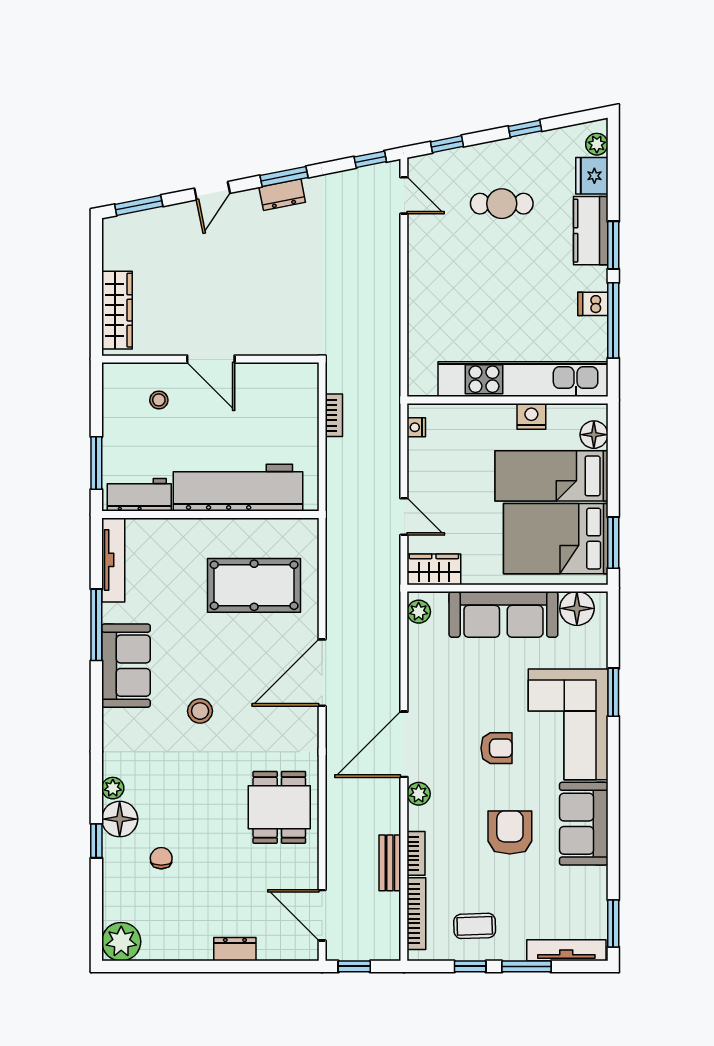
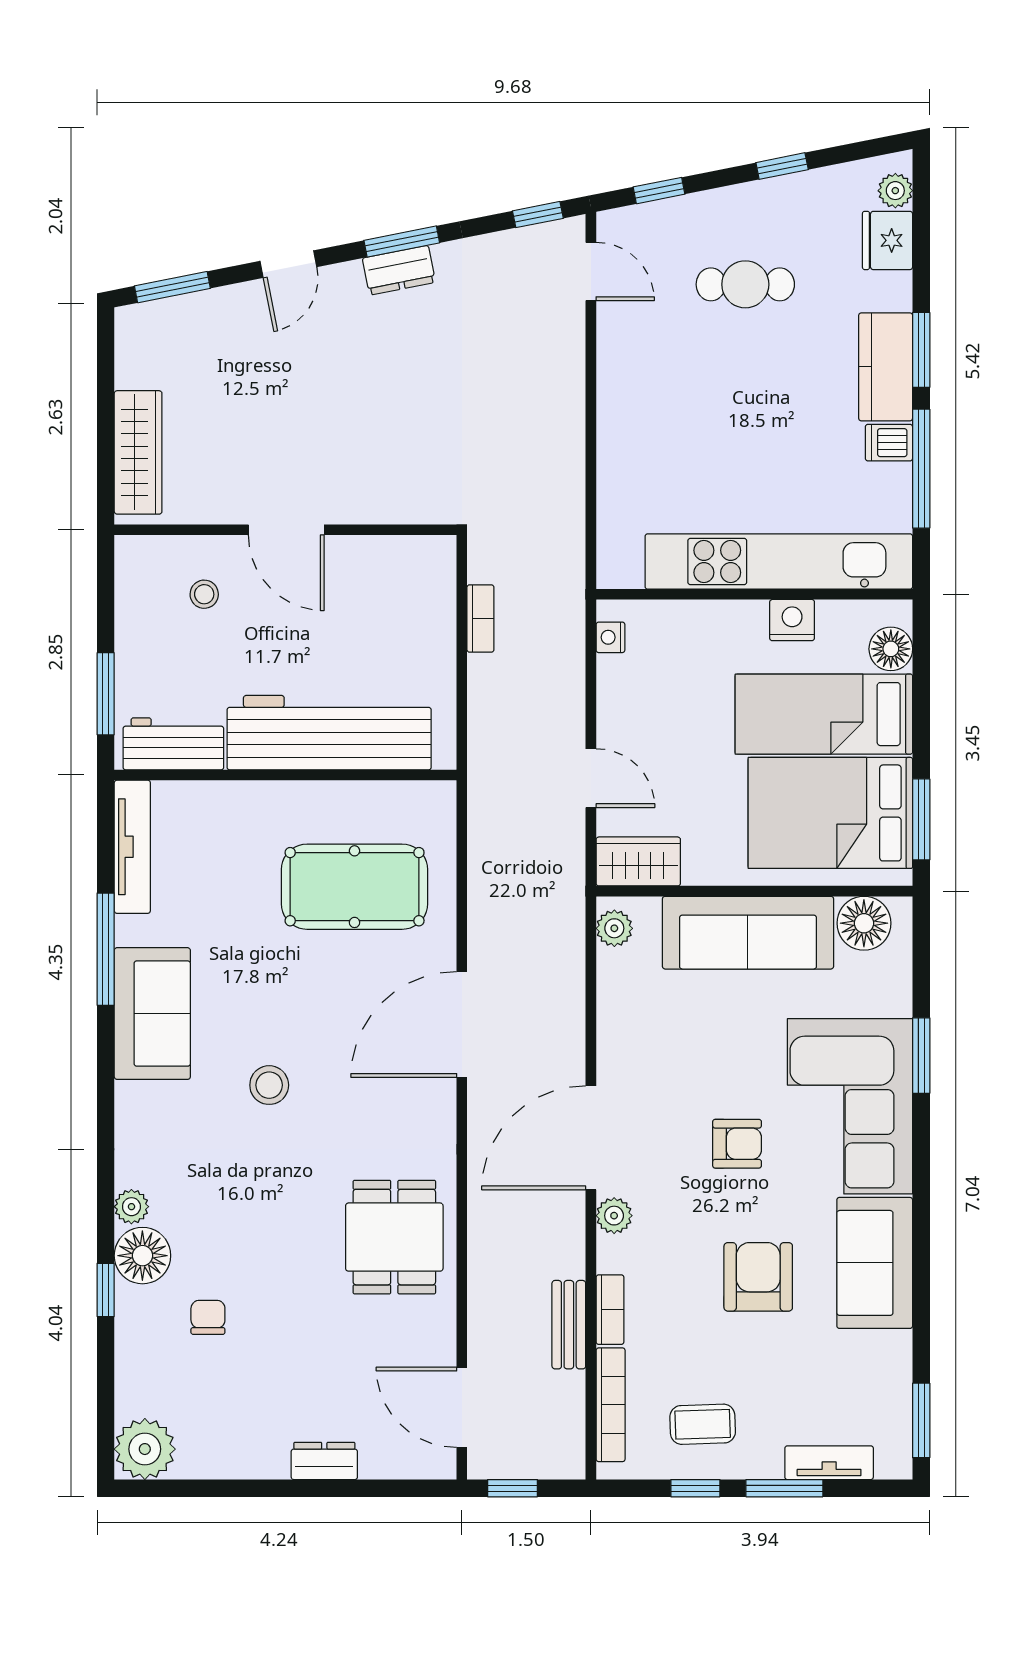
kitchen counter: (591, 231) -> (886, 367), moved
tv unit: (566, 950) -> (829, 1463), width x0.71

